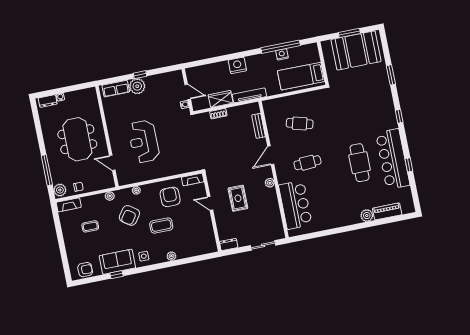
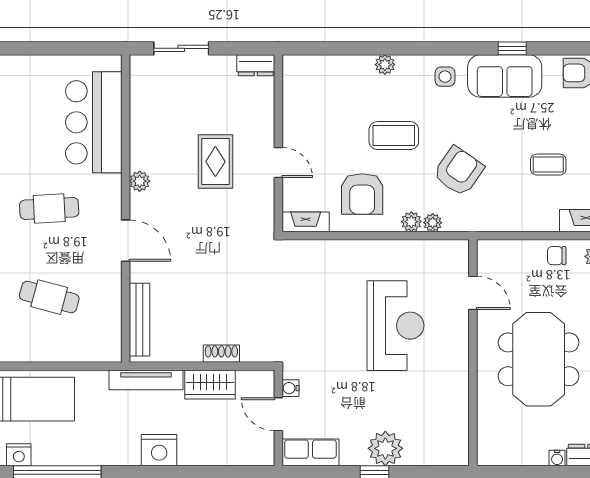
nightstand: (282, 54) -> (19, 455), moved
row of seats: (116, 89) -> (310, 452), moved
bench: (258, 126) -> (140, 320), width x1.36
door: (271, 155) -> (126, 241), hinge flipped
plant: (110, 196) -> (411, 222), moved

